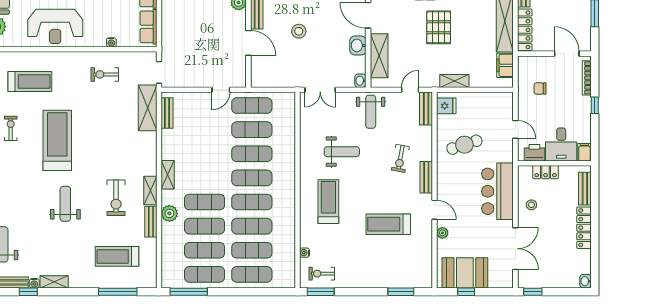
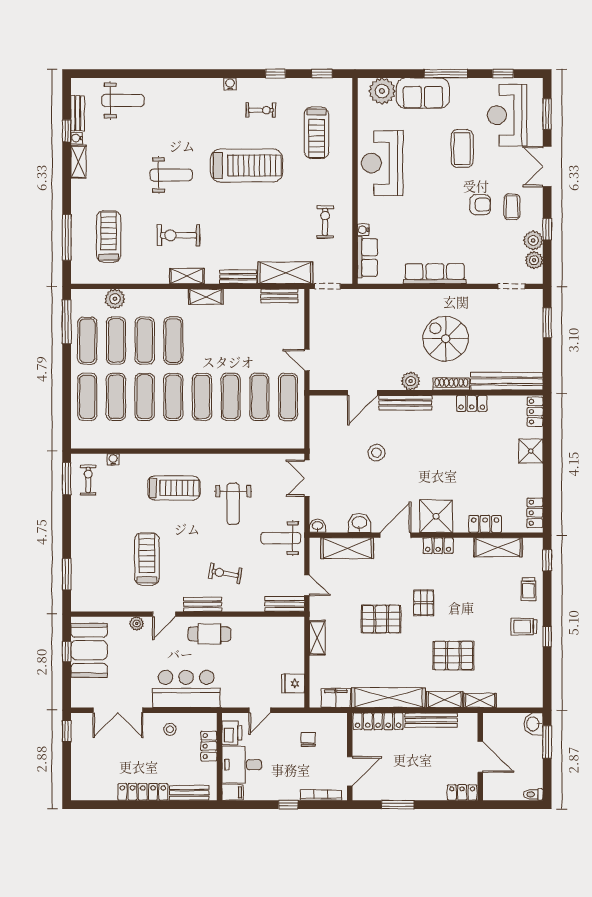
row of seats: (148, 27) -> (367, 258), moved, turned 90
fridge: (446, 106) -> (293, 684), moved, turned 90
cafe table: (464, 145) -> (209, 634), moved, turned -72
plant: (169, 213) -> (115, 299), moved
bench: (151, 222) -> (238, 277), moved
washbasin: (586, 281) -> (79, 794), removed

